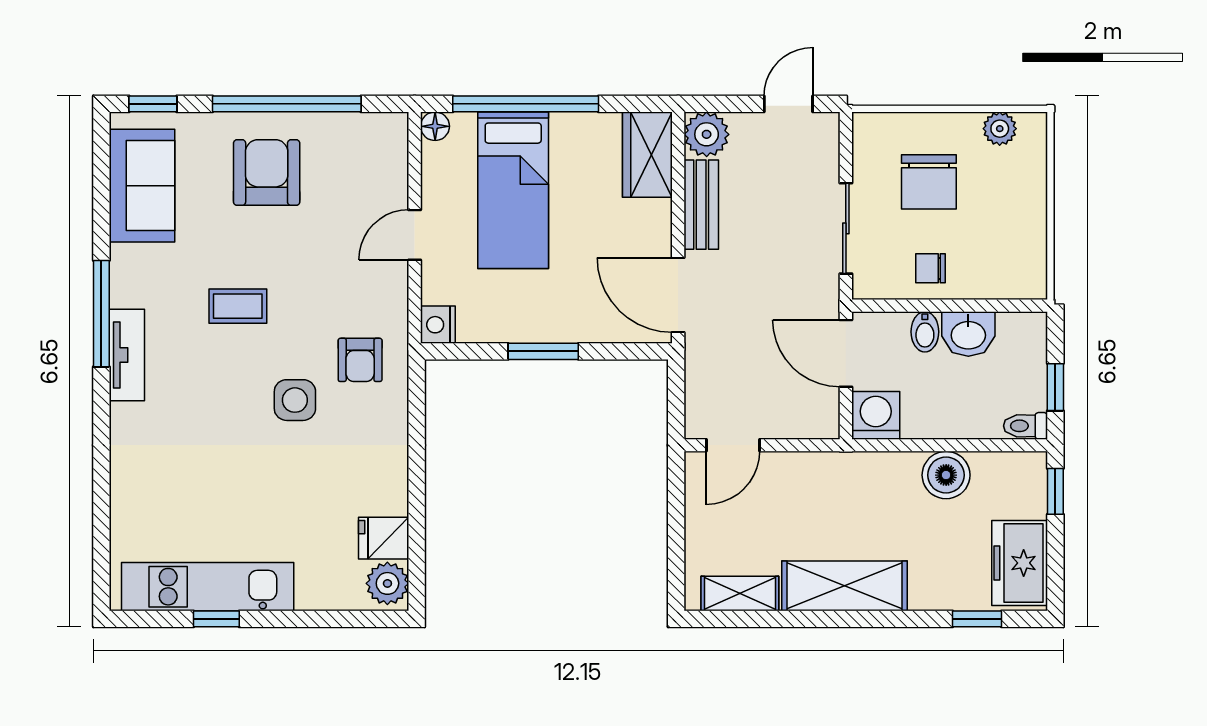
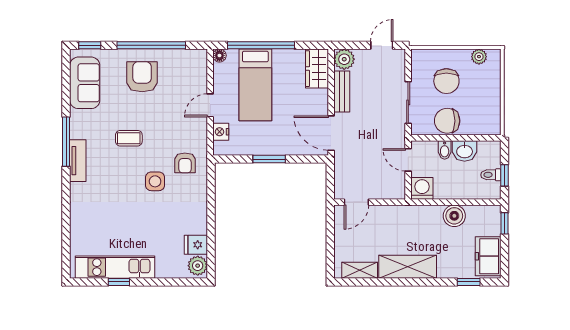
chair: (930, 268) -> (447, 121), width x1.87, depth x1.87
nightstand: (438, 325) -> (221, 132), moved
door: (846, 353) -> (408, 160), width x0.73
toilet: (1026, 426) -> (491, 175), moved

